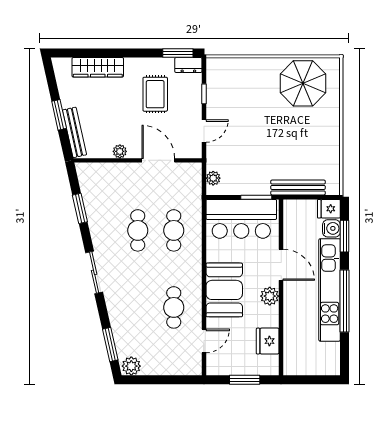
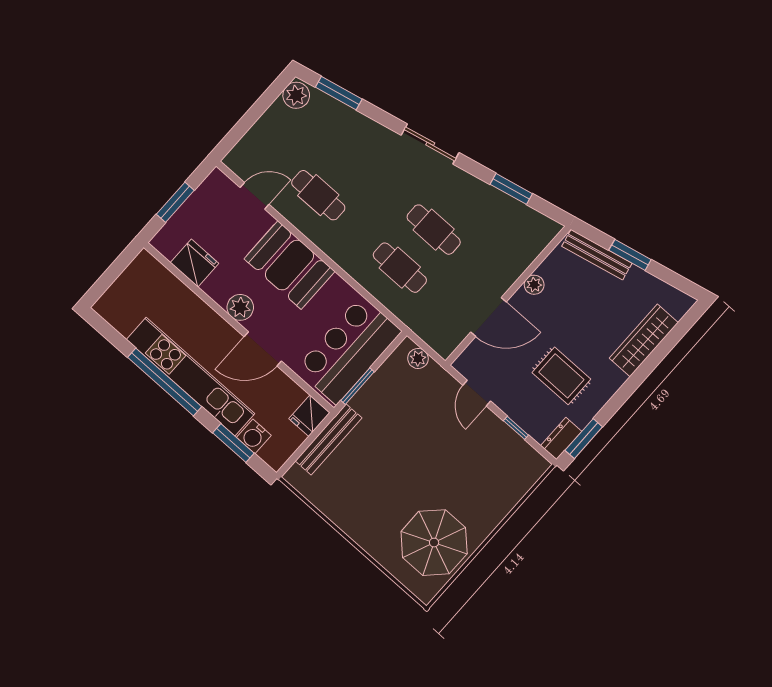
fridge: (329, 209) -> (309, 416), moved, turned 180
door: (204, 341) -> (255, 196), swing flipped

